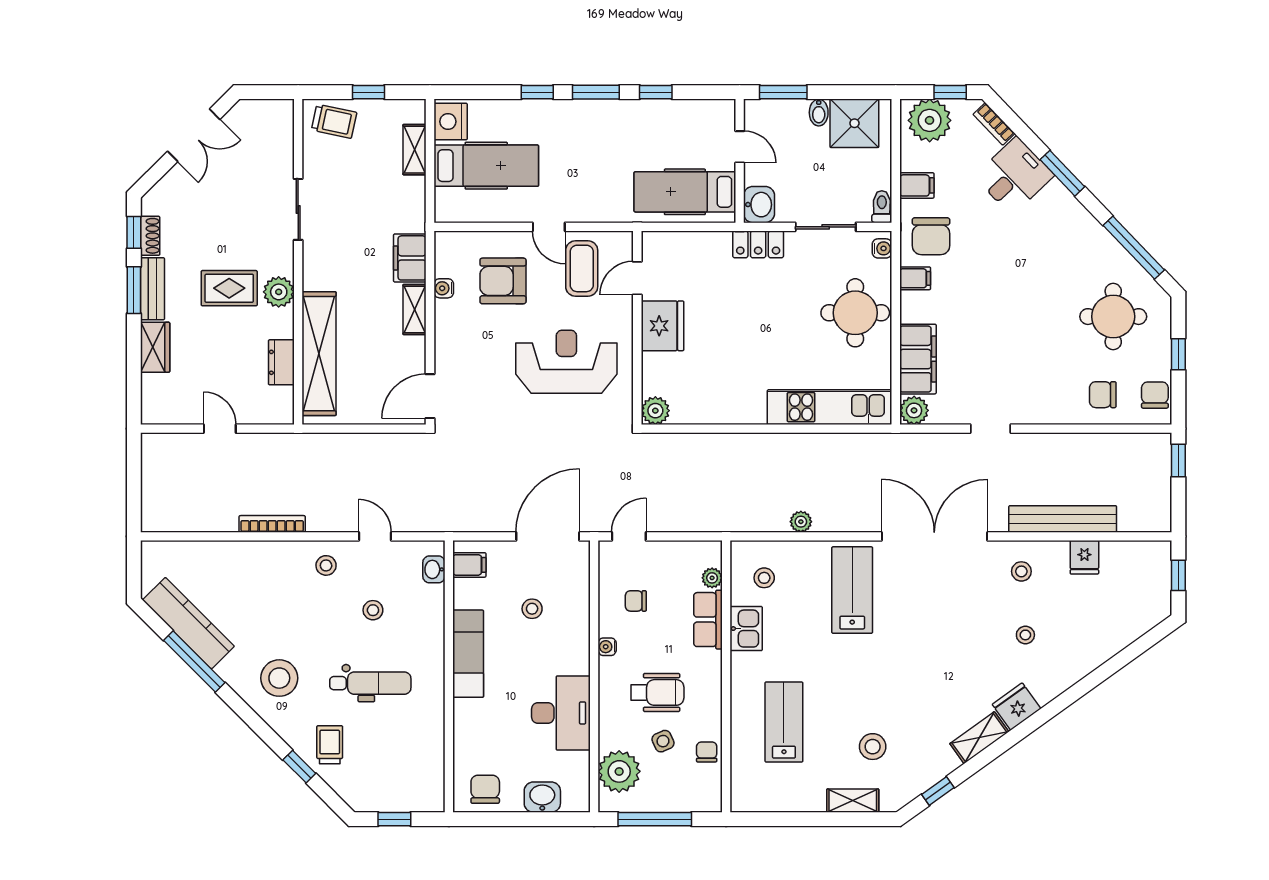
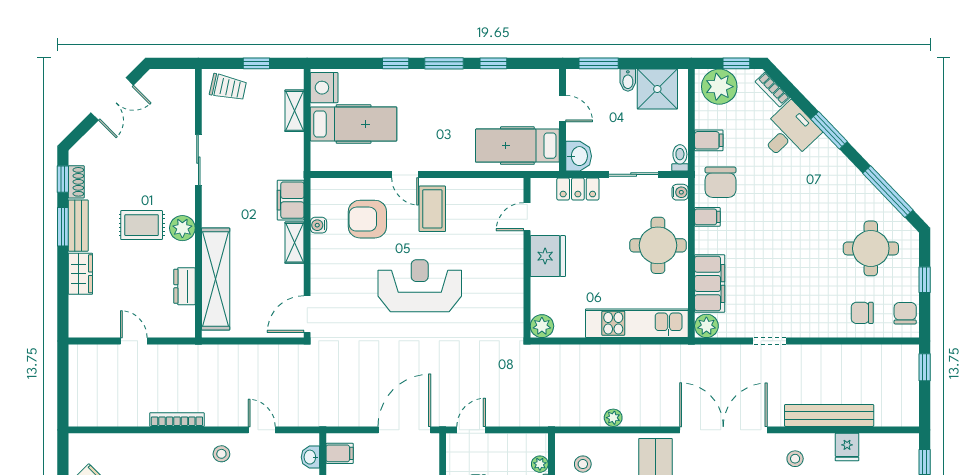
door: (637, 278) -> (527, 217), moved
fridge: (662, 326) -> (548, 256), moved
wall: (637, 328) -> (527, 258), moved
plant: (655, 411) -> (542, 326), moved

